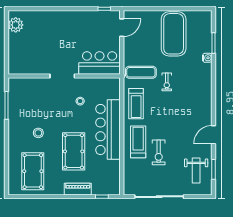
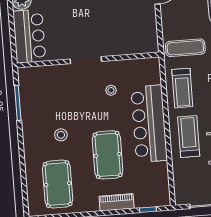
bar counter: (100, 63) -> (29, 36), moved, turned 90

